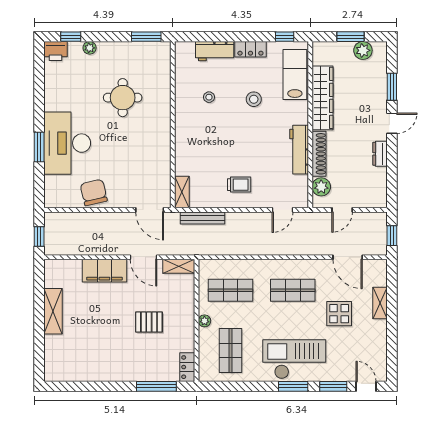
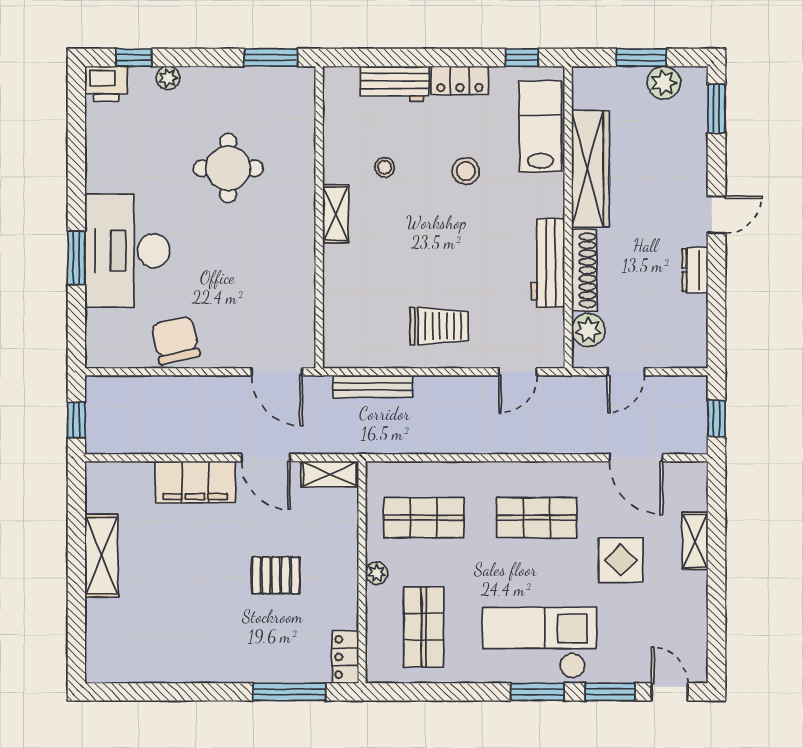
window: (392, 87) -> (716, 109), moved
trolley: (239, 185) -> (439, 326), width x1.36, depth x1.39
shelving: (182, 192) -> (336, 214), moved

